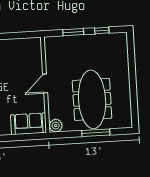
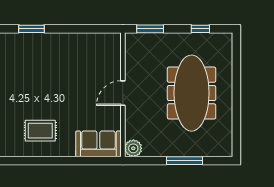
window: (73, 32) -> (150, 29), moved
meeting table: (92, 99) -> (192, 93), moved

